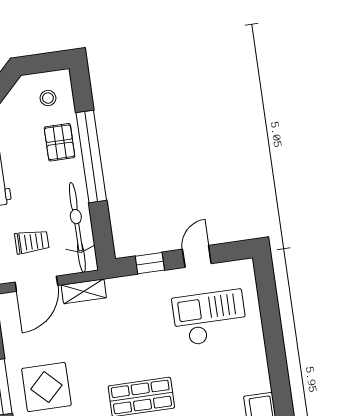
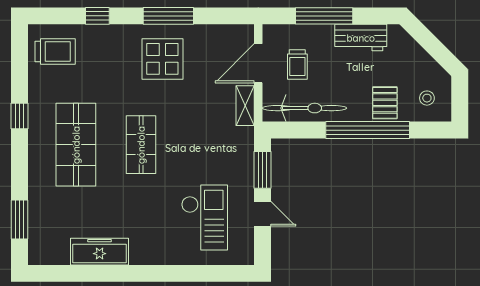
pallet: (60, 142) -> (385, 103), turned 90
window: (150, 263) -> (262, 170), width x1.50
door: (36, 284) -> (258, 63), hinge flipped

